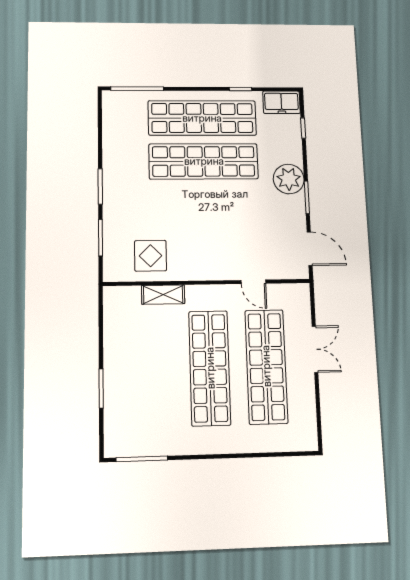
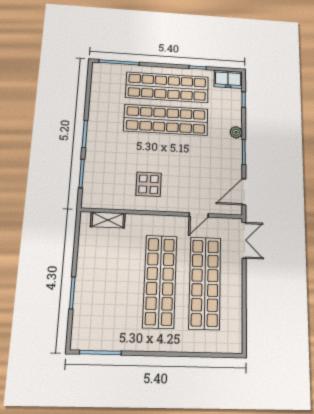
plant: (289, 179) -> (236, 132), width x0.53, depth x0.53
door: (310, 249) -> (244, 192), swing flipped
display table: (150, 256) -> (149, 184), moved
door: (253, 282) -> (199, 215), hinge flipped
shelving: (163, 295) -> (108, 220), moved
double door: (315, 349) -> (244, 240), moved

